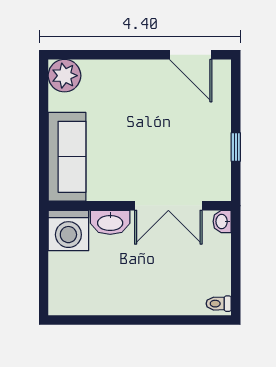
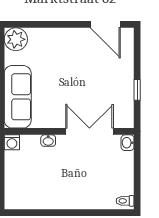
double door: (168, 206) -> (89, 131), swing flipped
washbasin: (110, 222) -> (48, 141), width x0.52, depth x0.69
washing machine: (68, 230) -> (12, 142), width x0.53, depth x0.53

